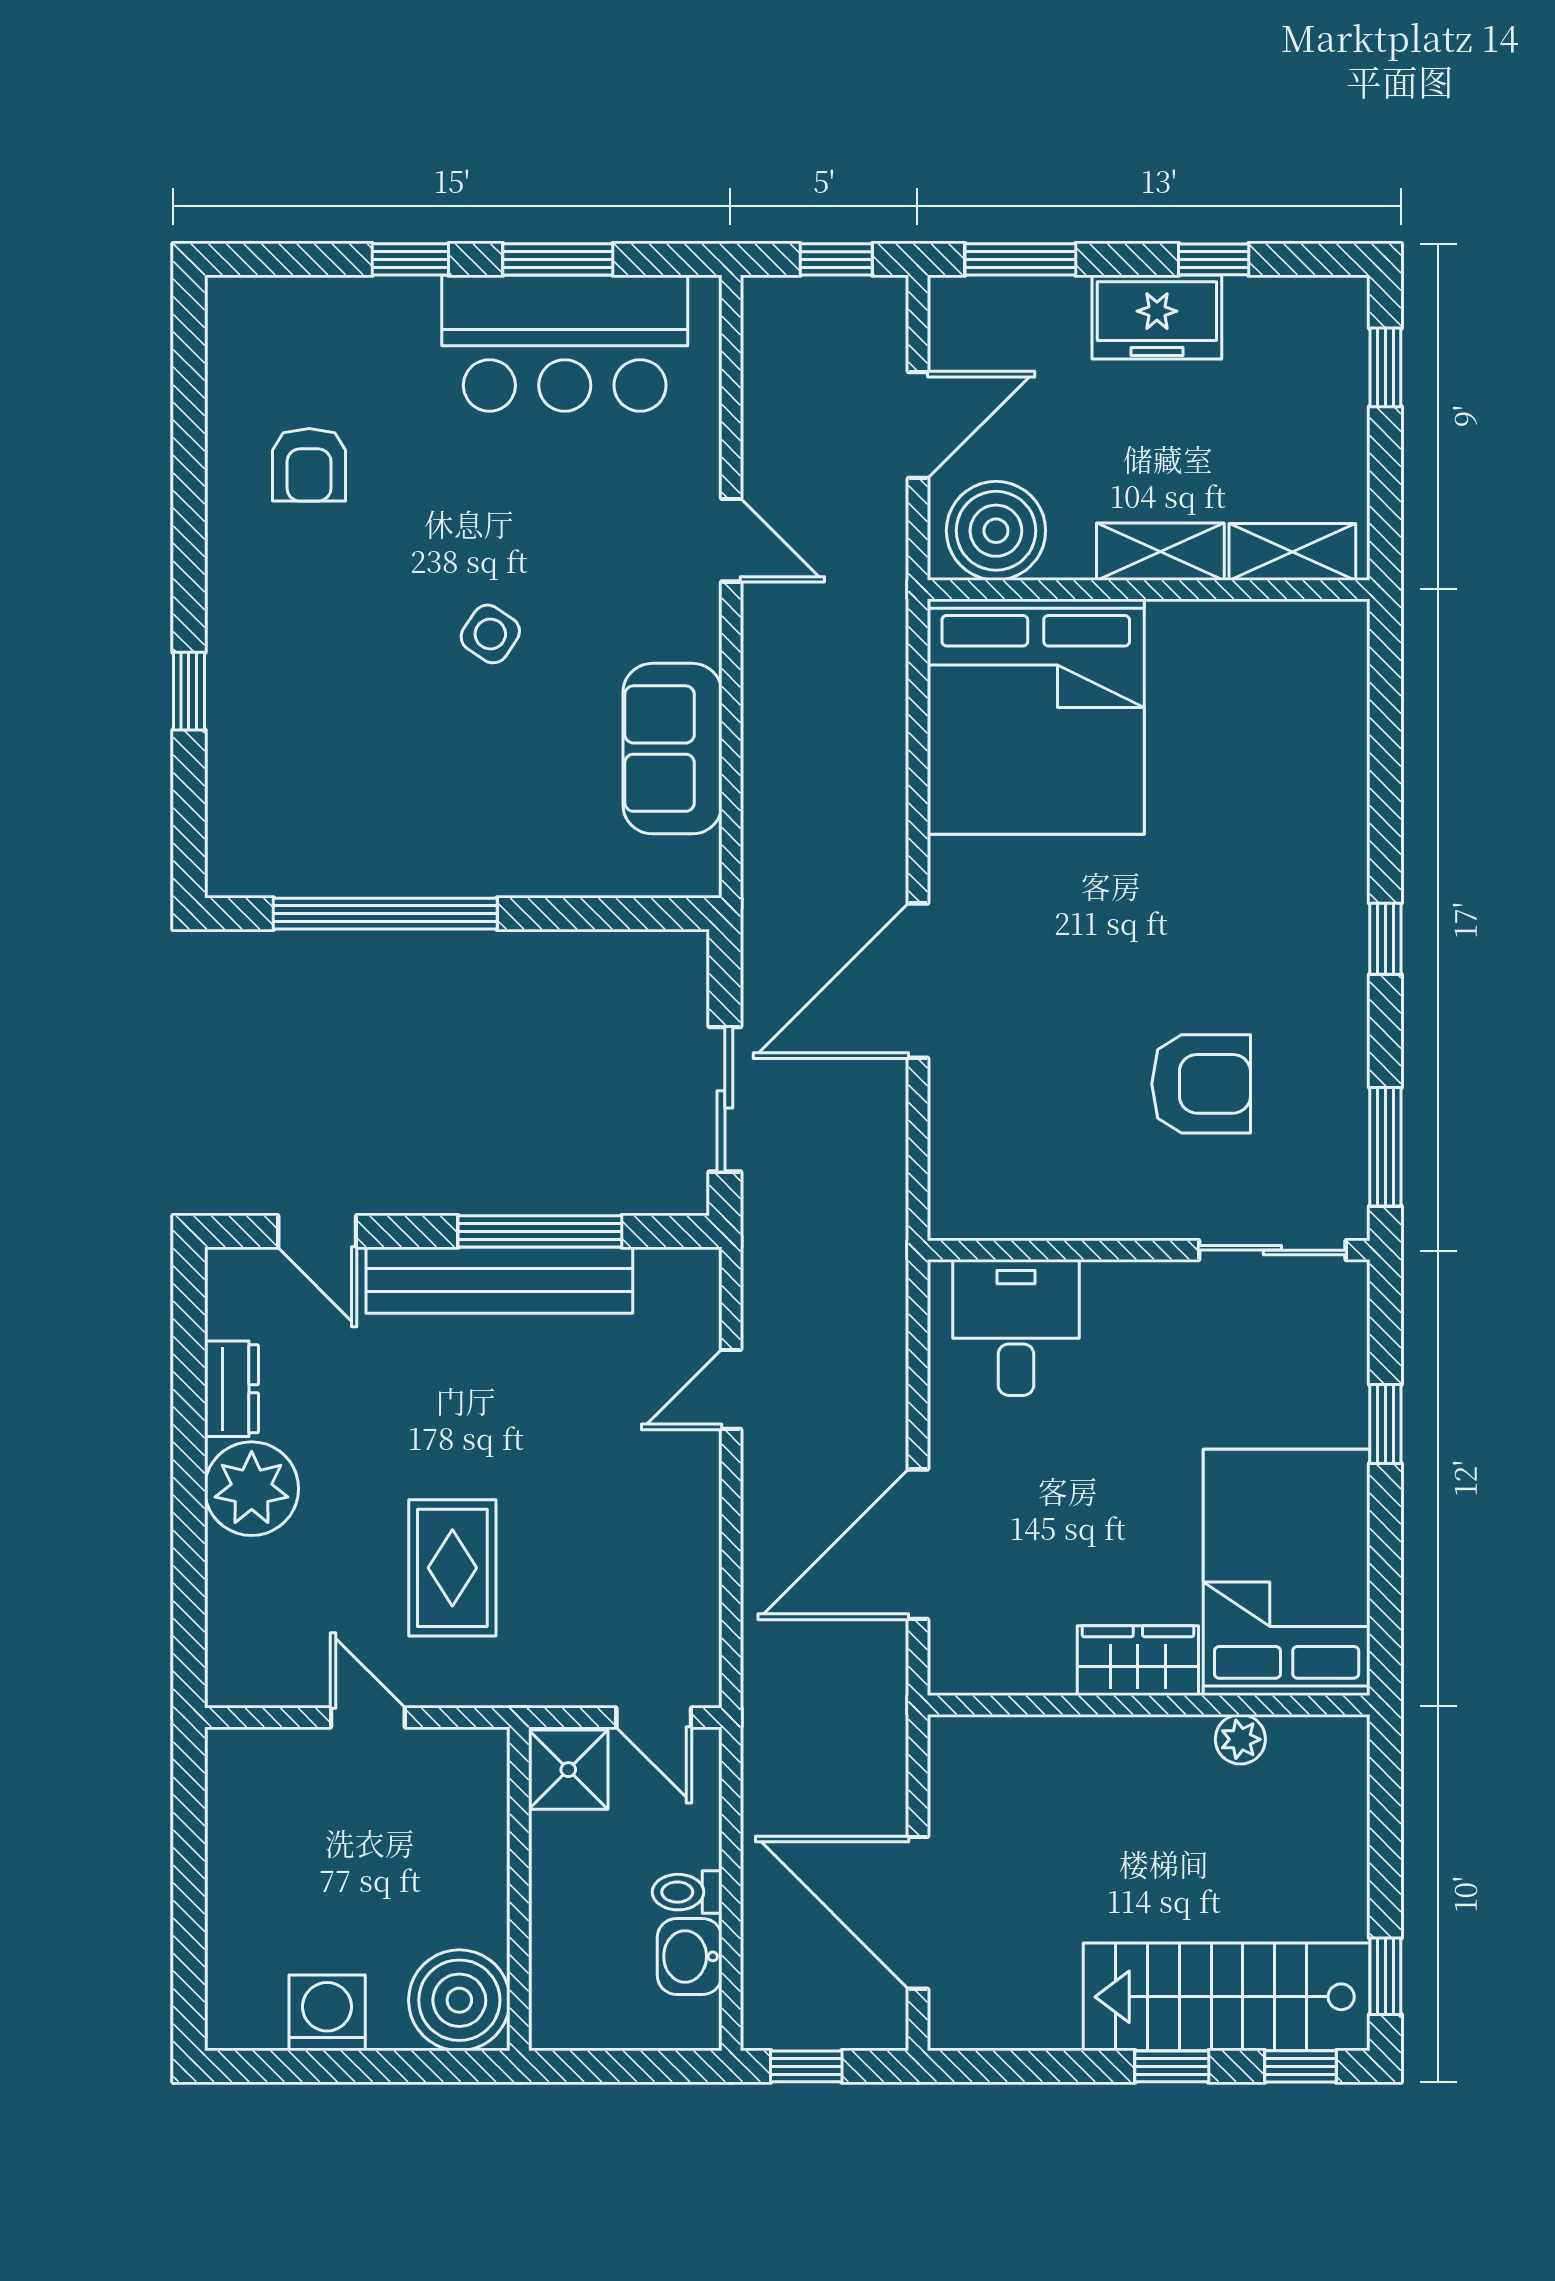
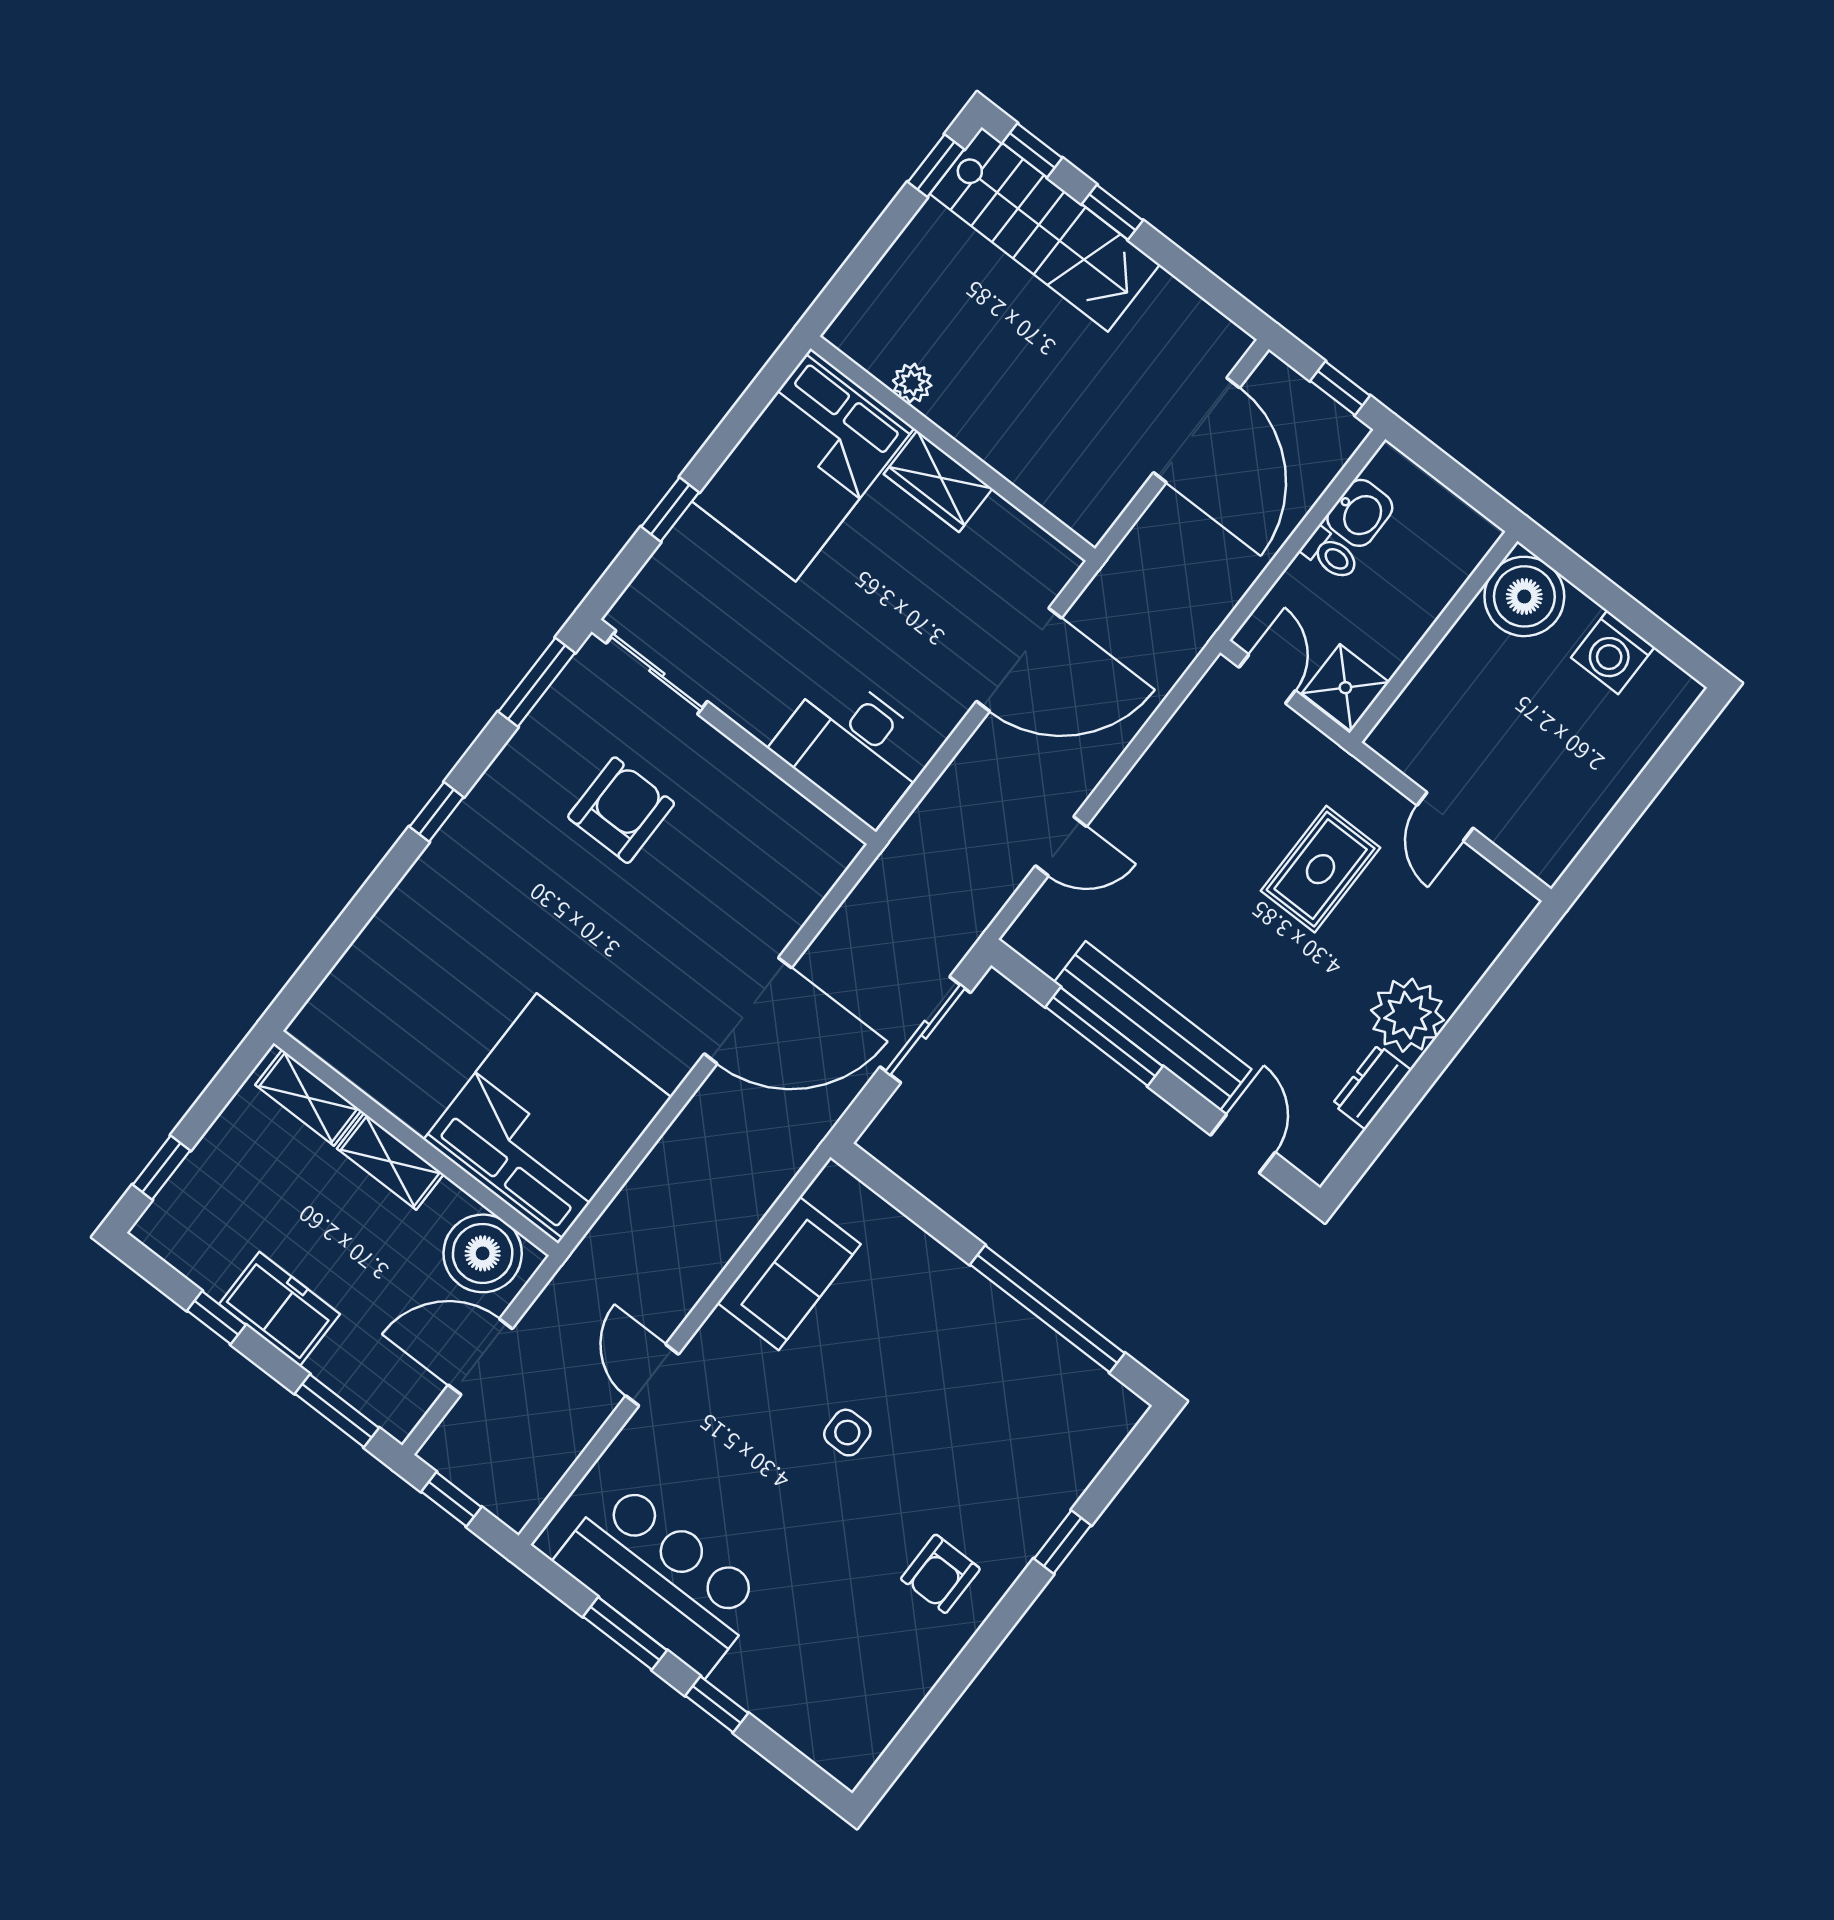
armchair: (309, 465) -> (940, 1574), moved, turned 180
side table: (490, 634) -> (847, 1433), turned -34
armchair: (1201, 1084) -> (621, 810), turned 90
desk: (1016, 1327) -> (854, 748), width x1.37

